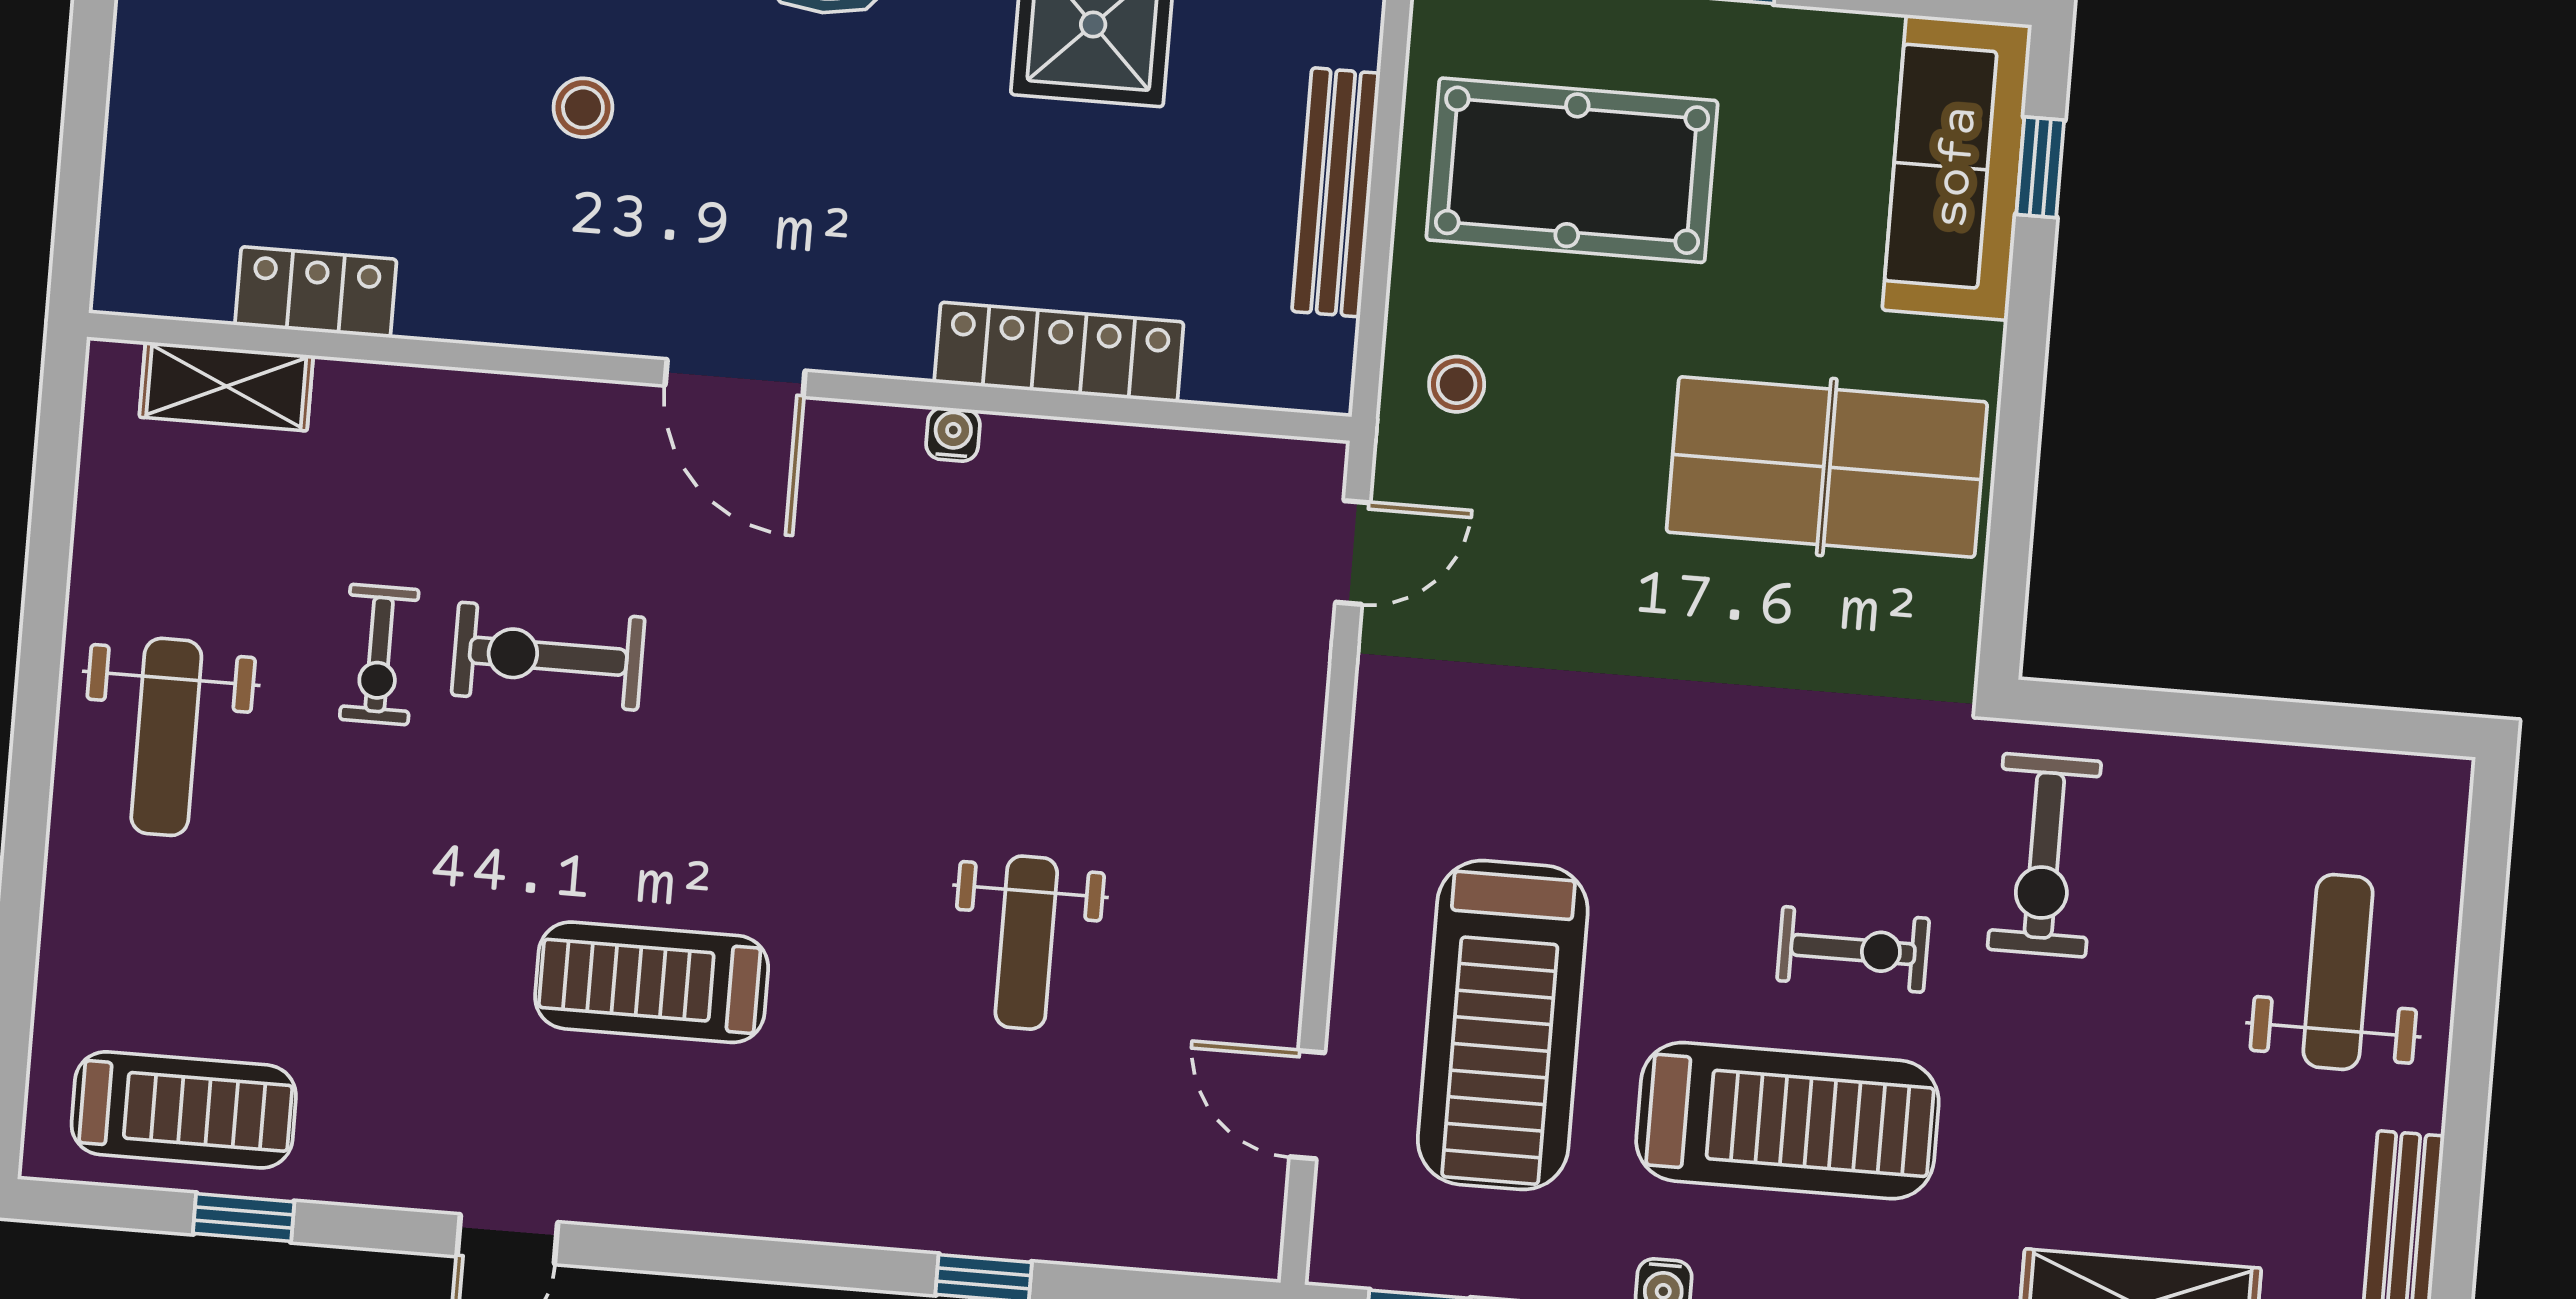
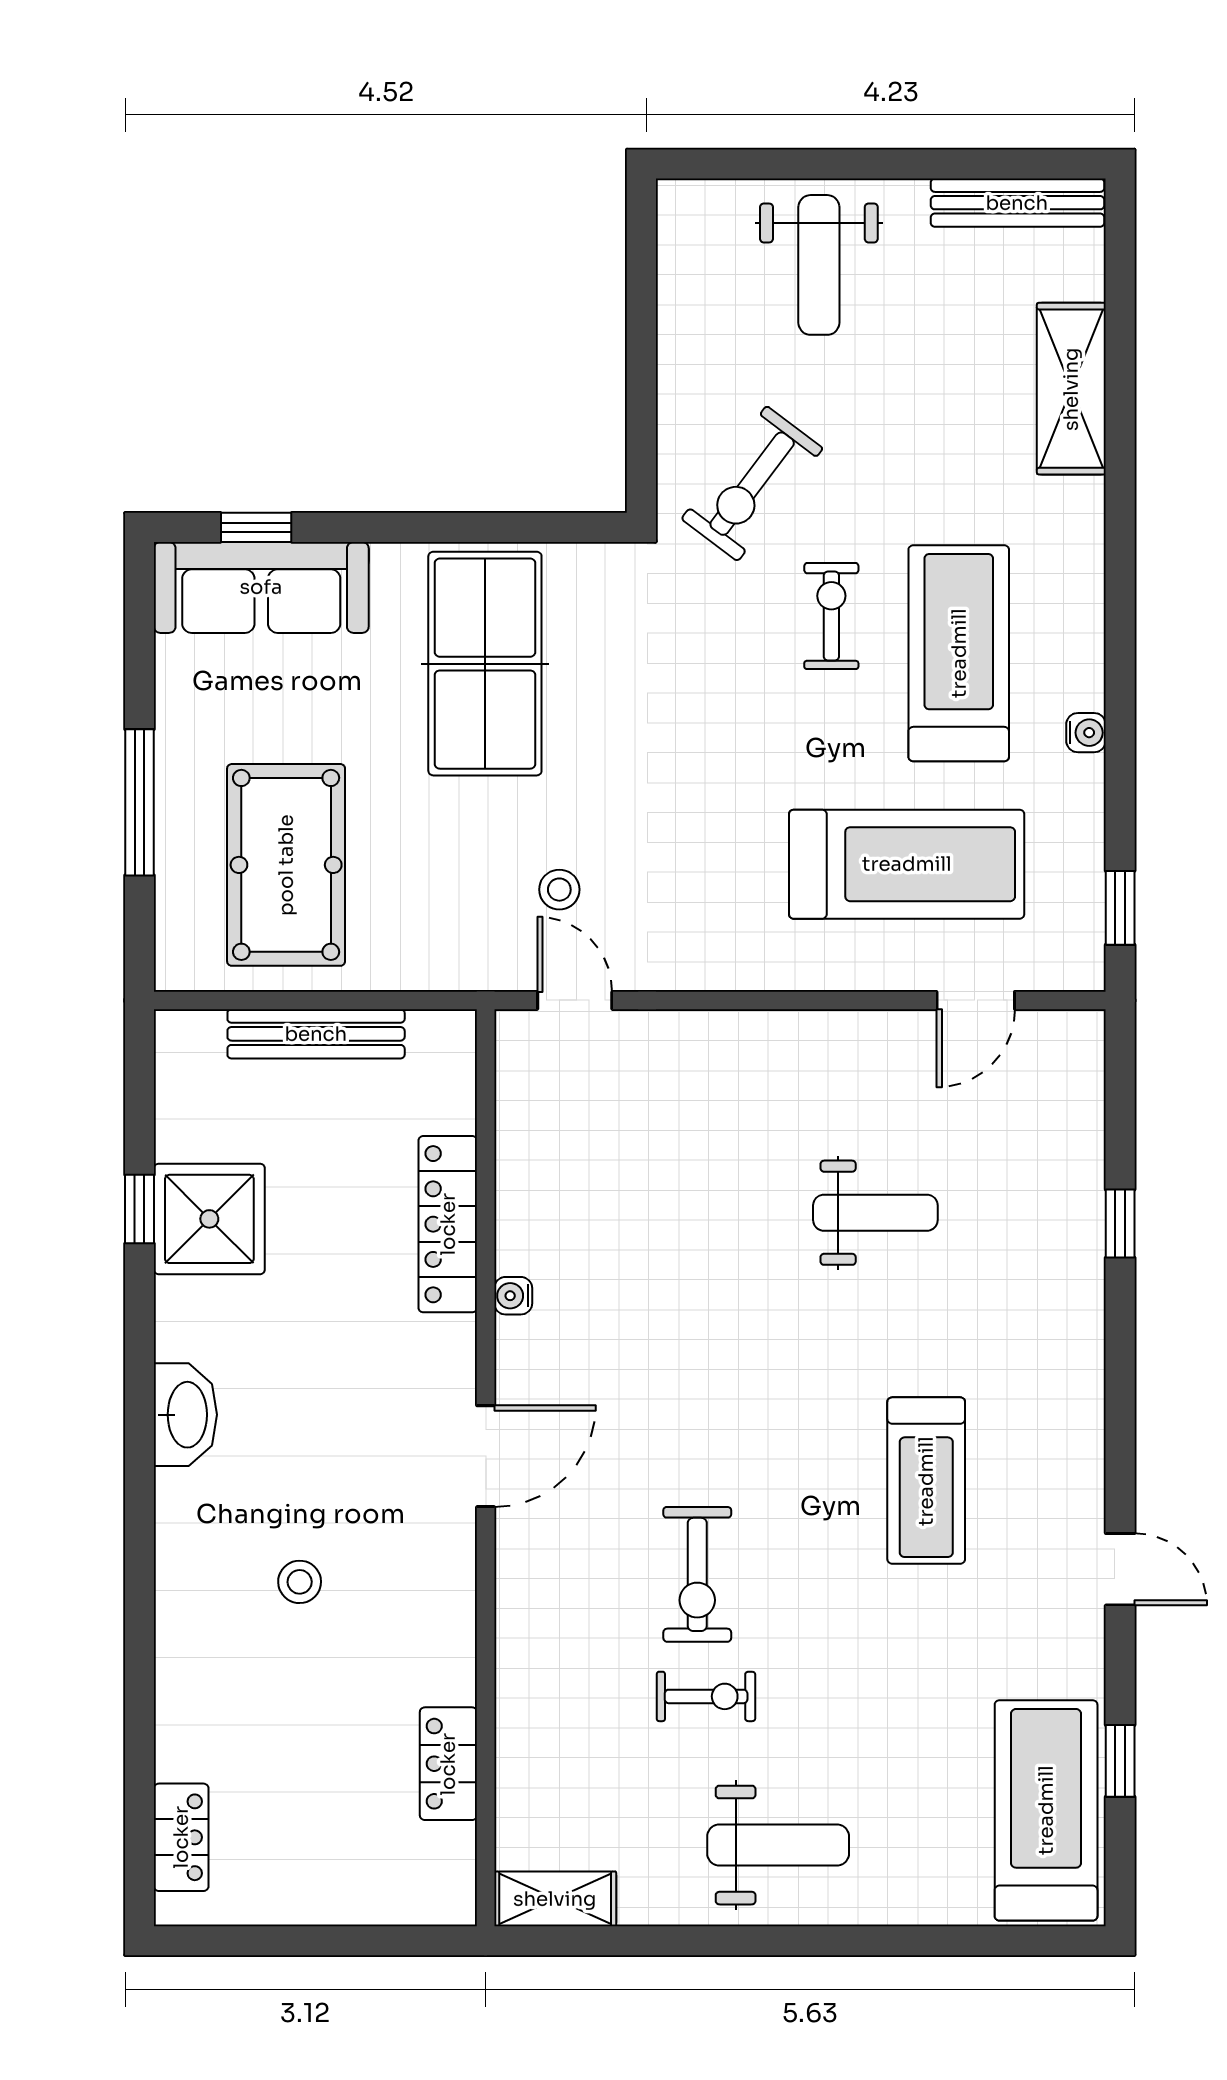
stool: (1457, 384) -> (559, 890), moved
shelving: (226, 386) -> (555, 1899), moved, turned 90
exercise bike: (2044, 855) -> (752, 484), turned 127
weight bench: (2338, 972) -> (819, 265), turned -90
treadmill: (184, 1110) -> (1046, 1810), width x1.37, depth x1.38

